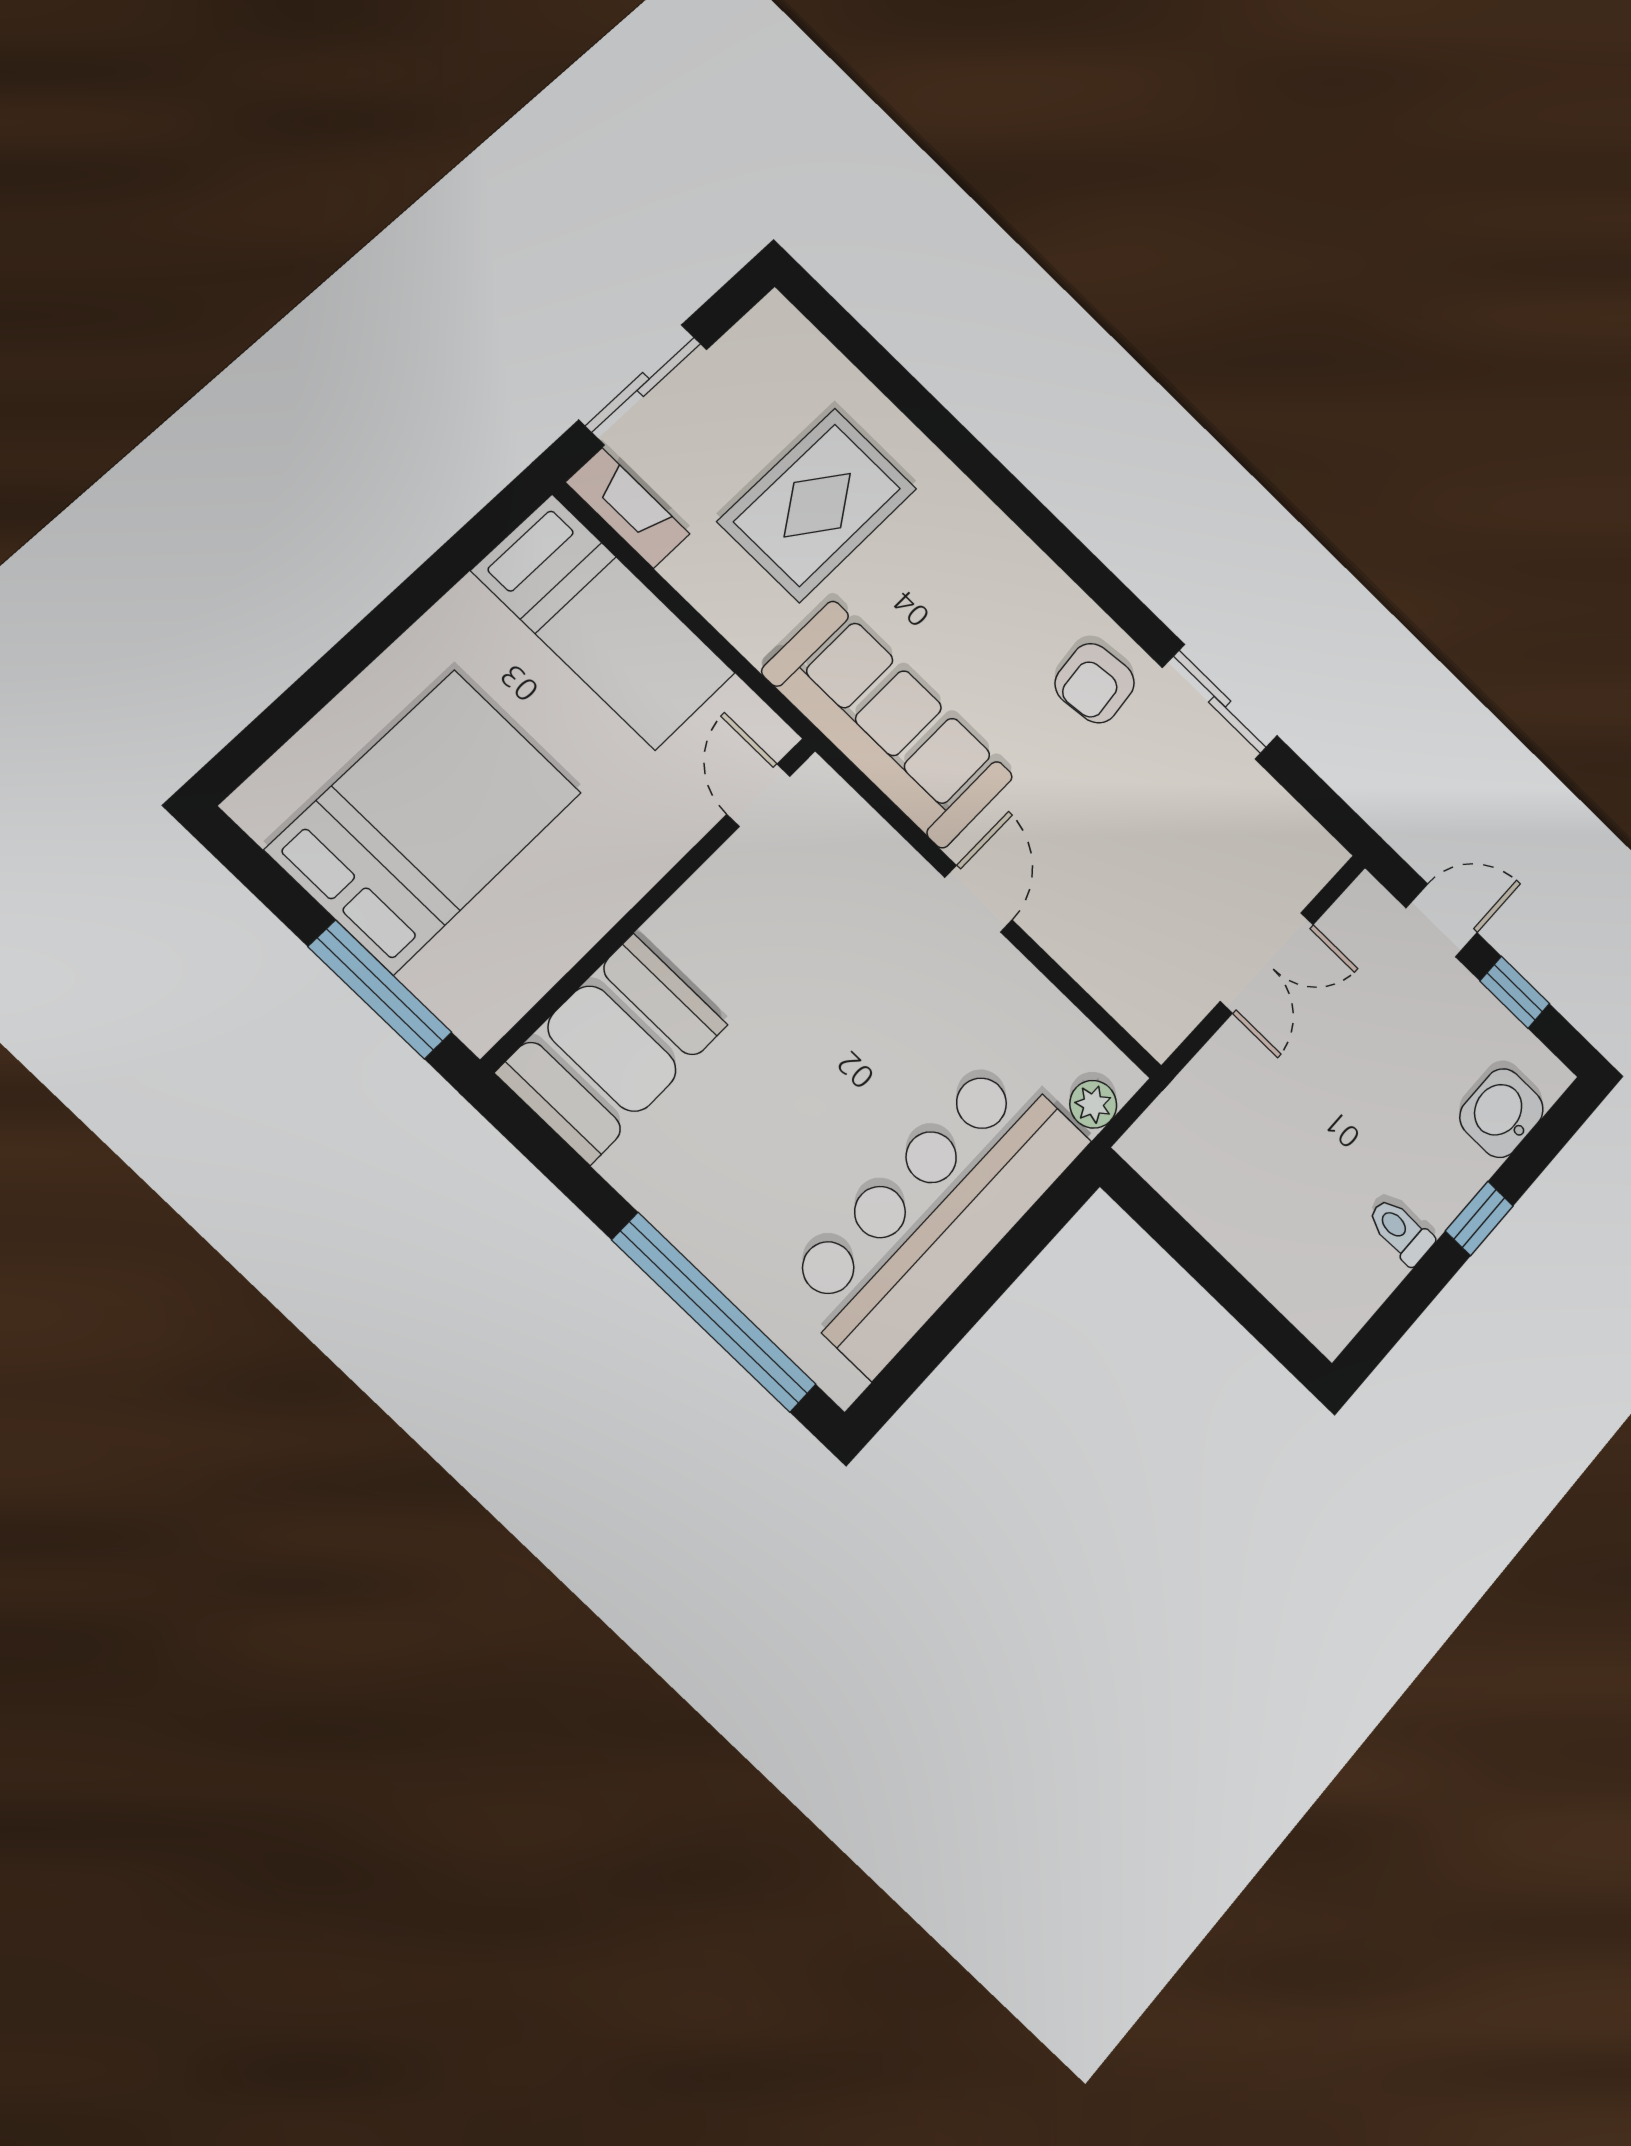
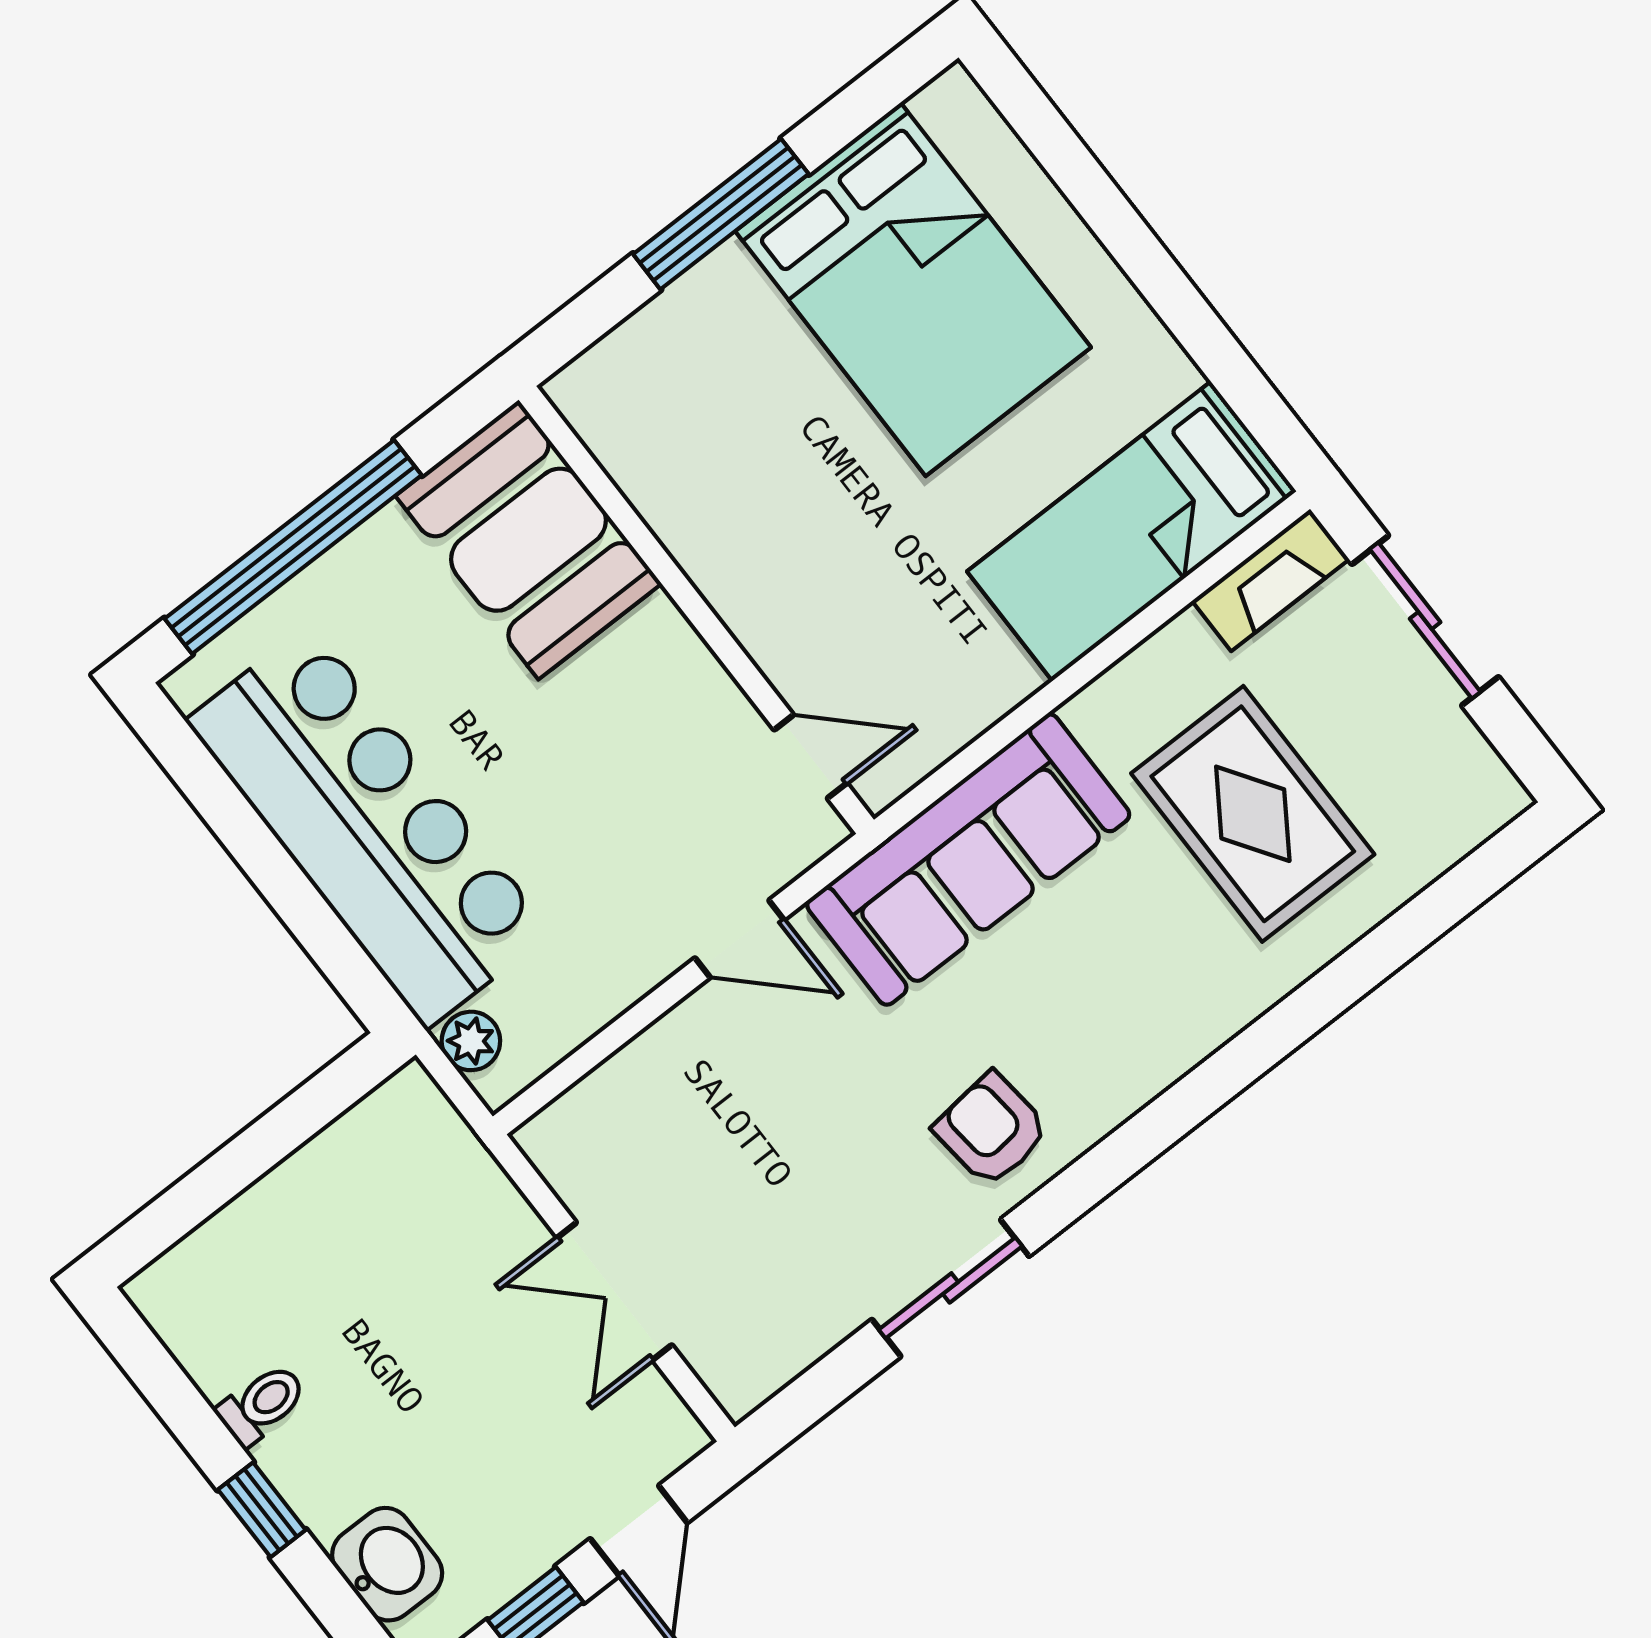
door: (758, 795) -> (810, 756), moved
wall: (651, 902) -> (696, 610), moved
booth: (612, 1049) -> (528, 540), moved

